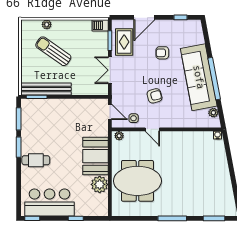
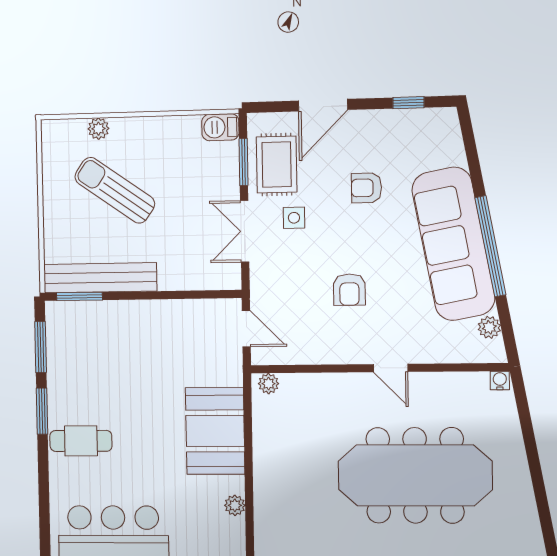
armchair: (154, 96) -> (349, 290), turned 105
side table: (134, 118) -> (294, 218), moved
door: (152, 129) -> (391, 368), moved
meeting table: (137, 181) -> (415, 475), moved, width x1.36
plant: (100, 184) -> (235, 505), width x0.53, depth x0.53

